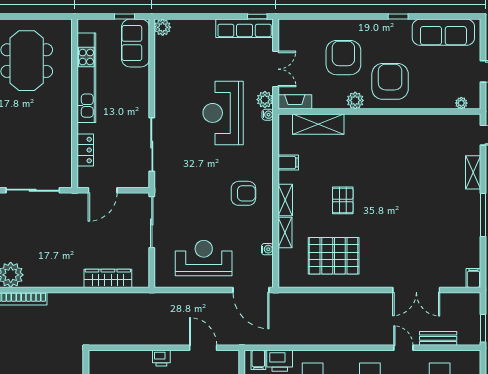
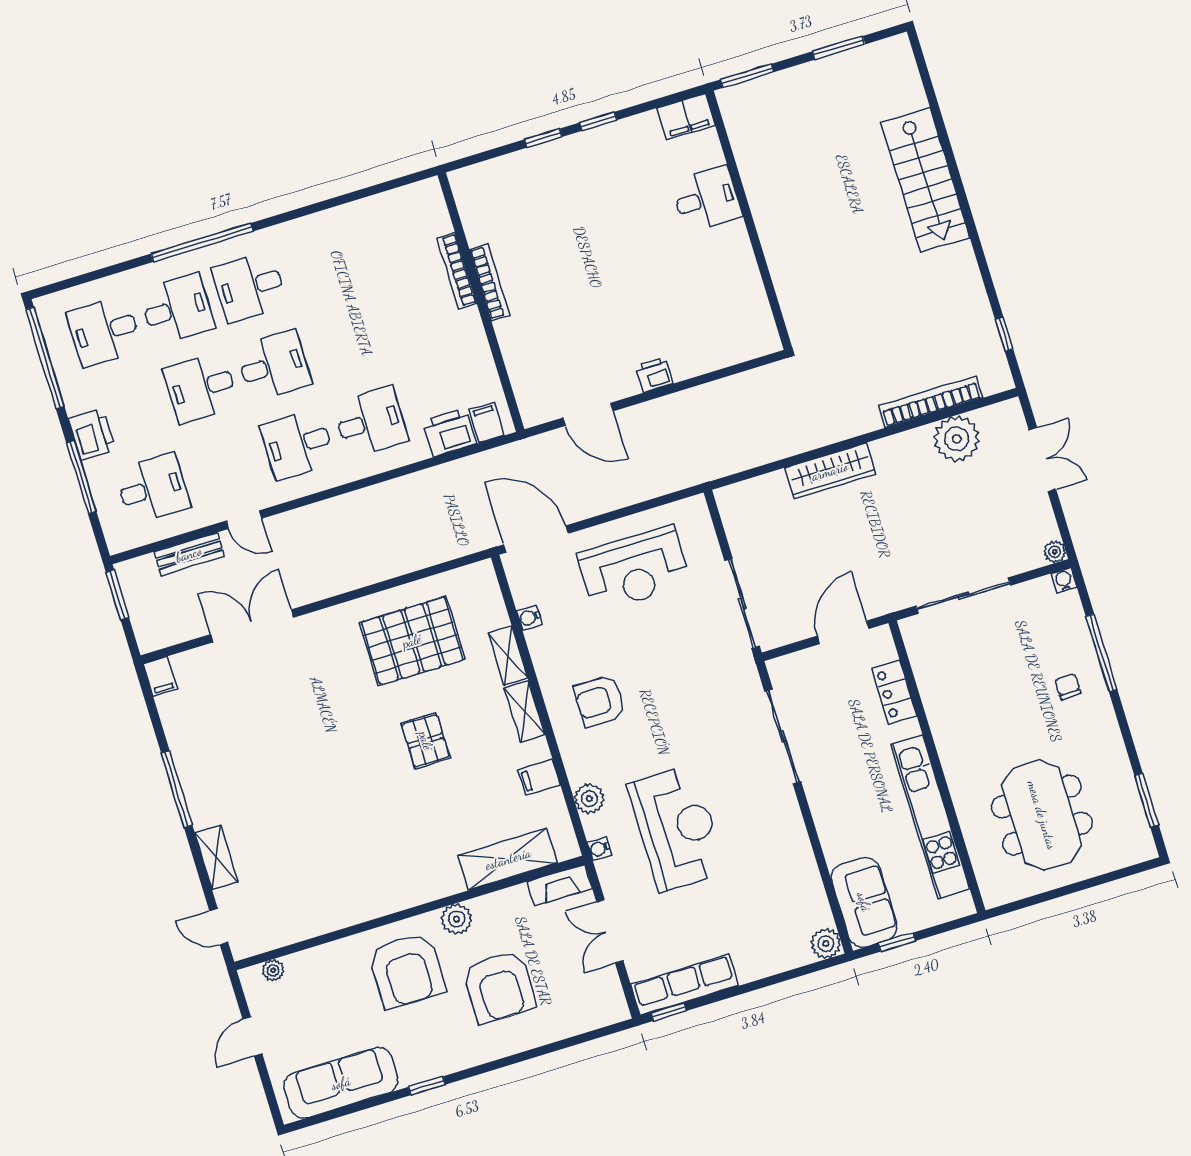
plant: (265, 100) -> (589, 799), moved
wardrobe: (108, 278) -> (830, 471), moved

